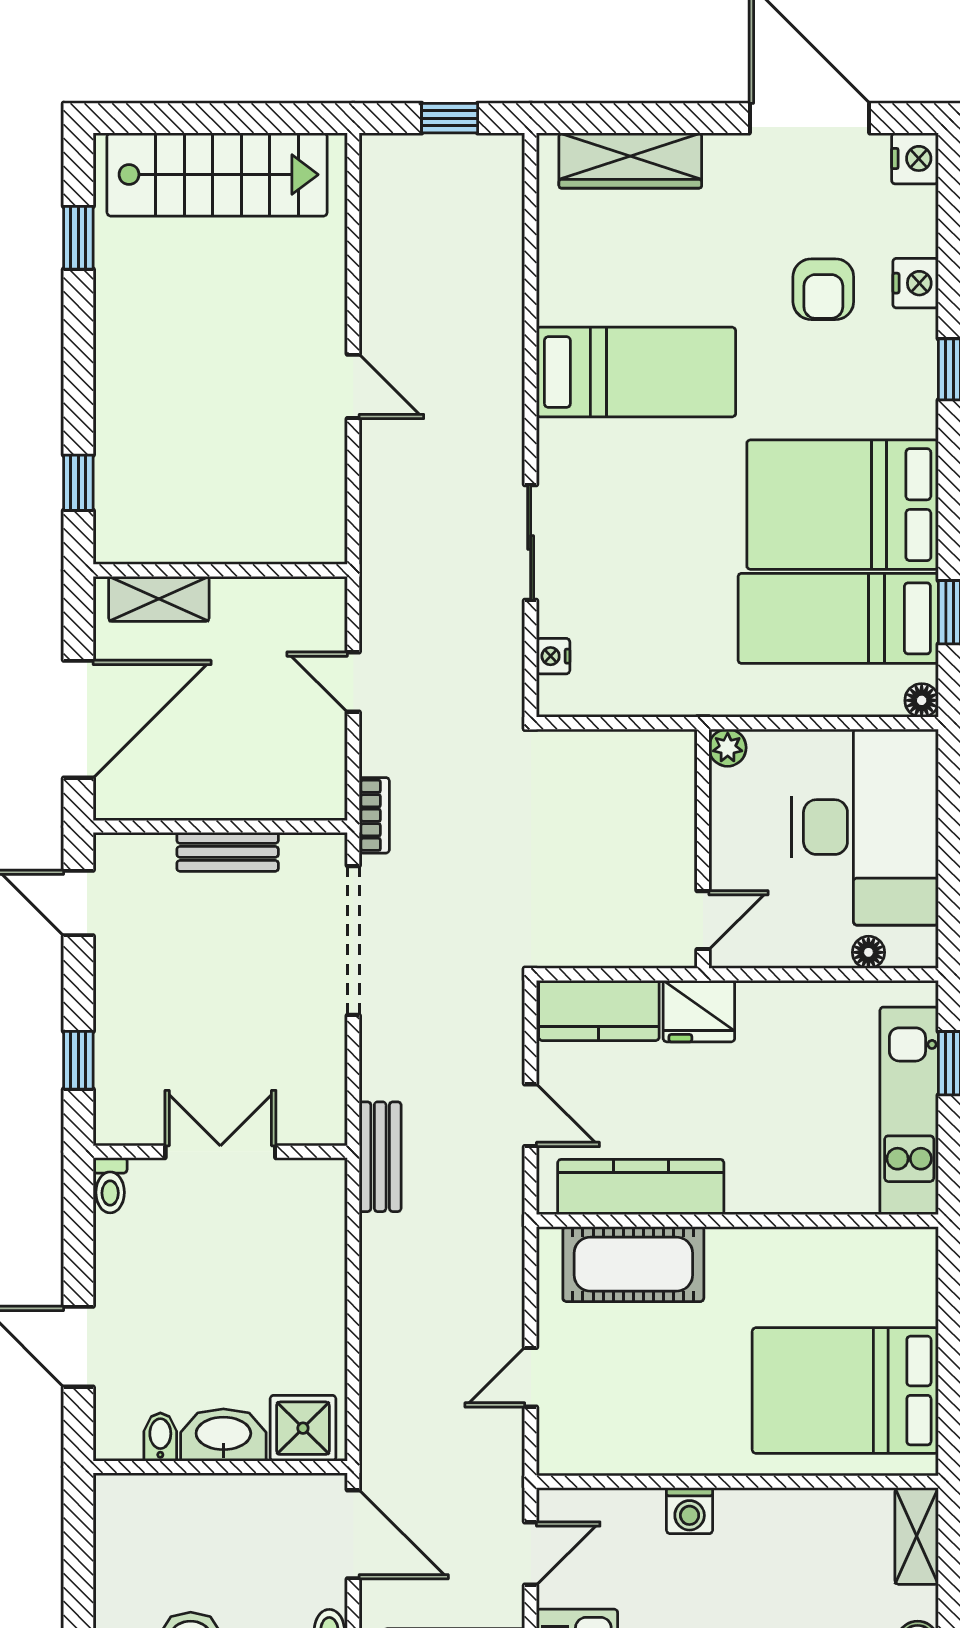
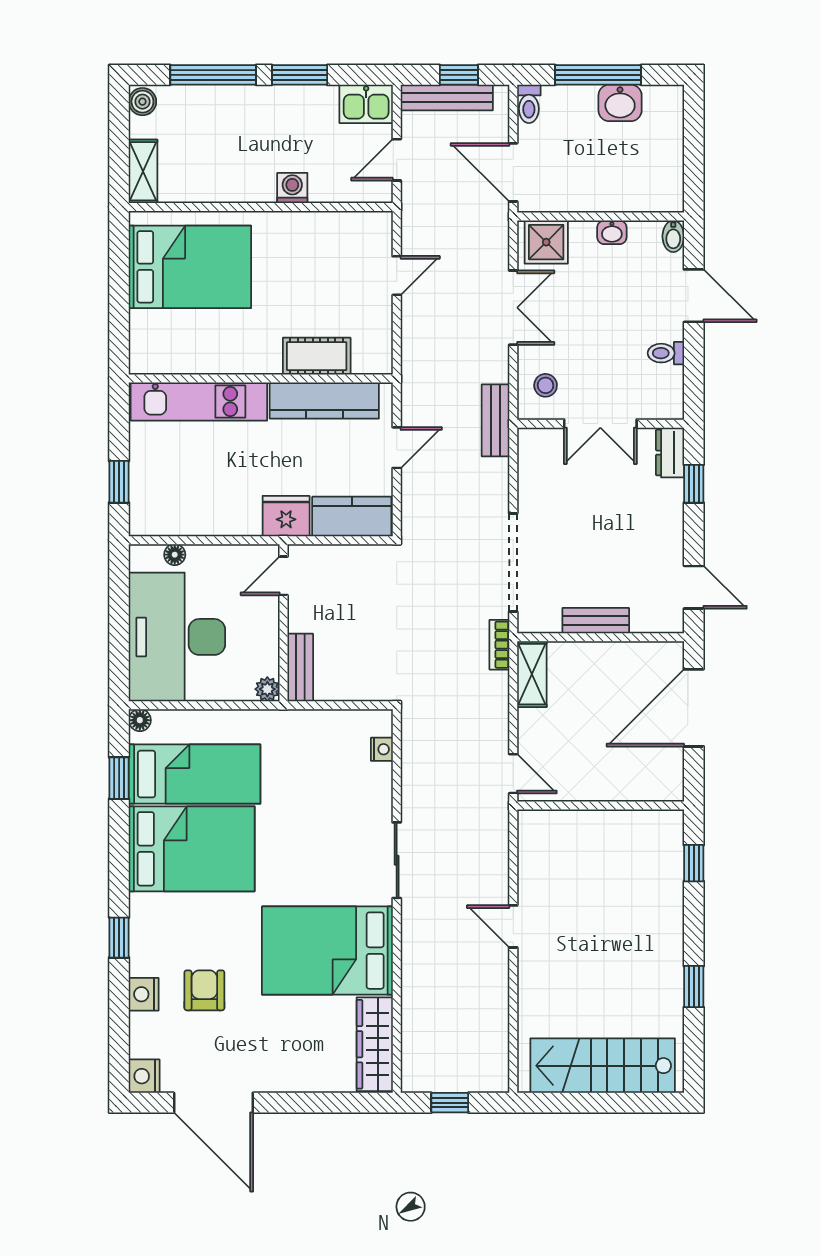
wardrobe: (630, 161) -> (375, 1044), moved, turned -90
window: (78, 238) -> (694, 987), moved
bed: (636, 372) -> (327, 951), width x1.50
sliding door: (531, 542) -> (397, 860), moved
shelving: (159, 599) -> (532, 674), moved, turned 90
door: (353, 682) -> (513, 774), moved
bench: (677, 780) -> (300, 668), added
dresser: (114, 1108) -> (670, 453), added
kitchen unit: (909, 1111) -> (199, 402), moved, turned 90
door: (531, 1115) -> (397, 448), swing flipped
toilet: (110, 1185) -> (666, 353), moved, turned -90
stool: (304, 1210) -> (546, 385), added
cot: (633, 1264) -> (317, 356), width x0.73, depth x0.75
double door: (353, 1328) -> (513, 308), added
washbasin: (223, 1435) -> (612, 232), width x0.52, depth x0.69
bidet: (160, 1437) -> (673, 236), moved

